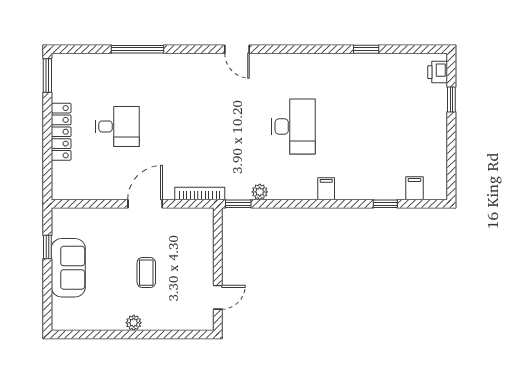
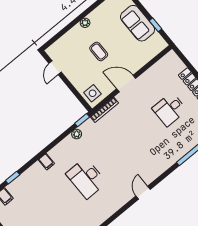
door: (237, 49) -> (143, 193), hinge flipped
door: (145, 204) -> (126, 84), swing flipped
side table: (197, 227) -> (93, 93), added

